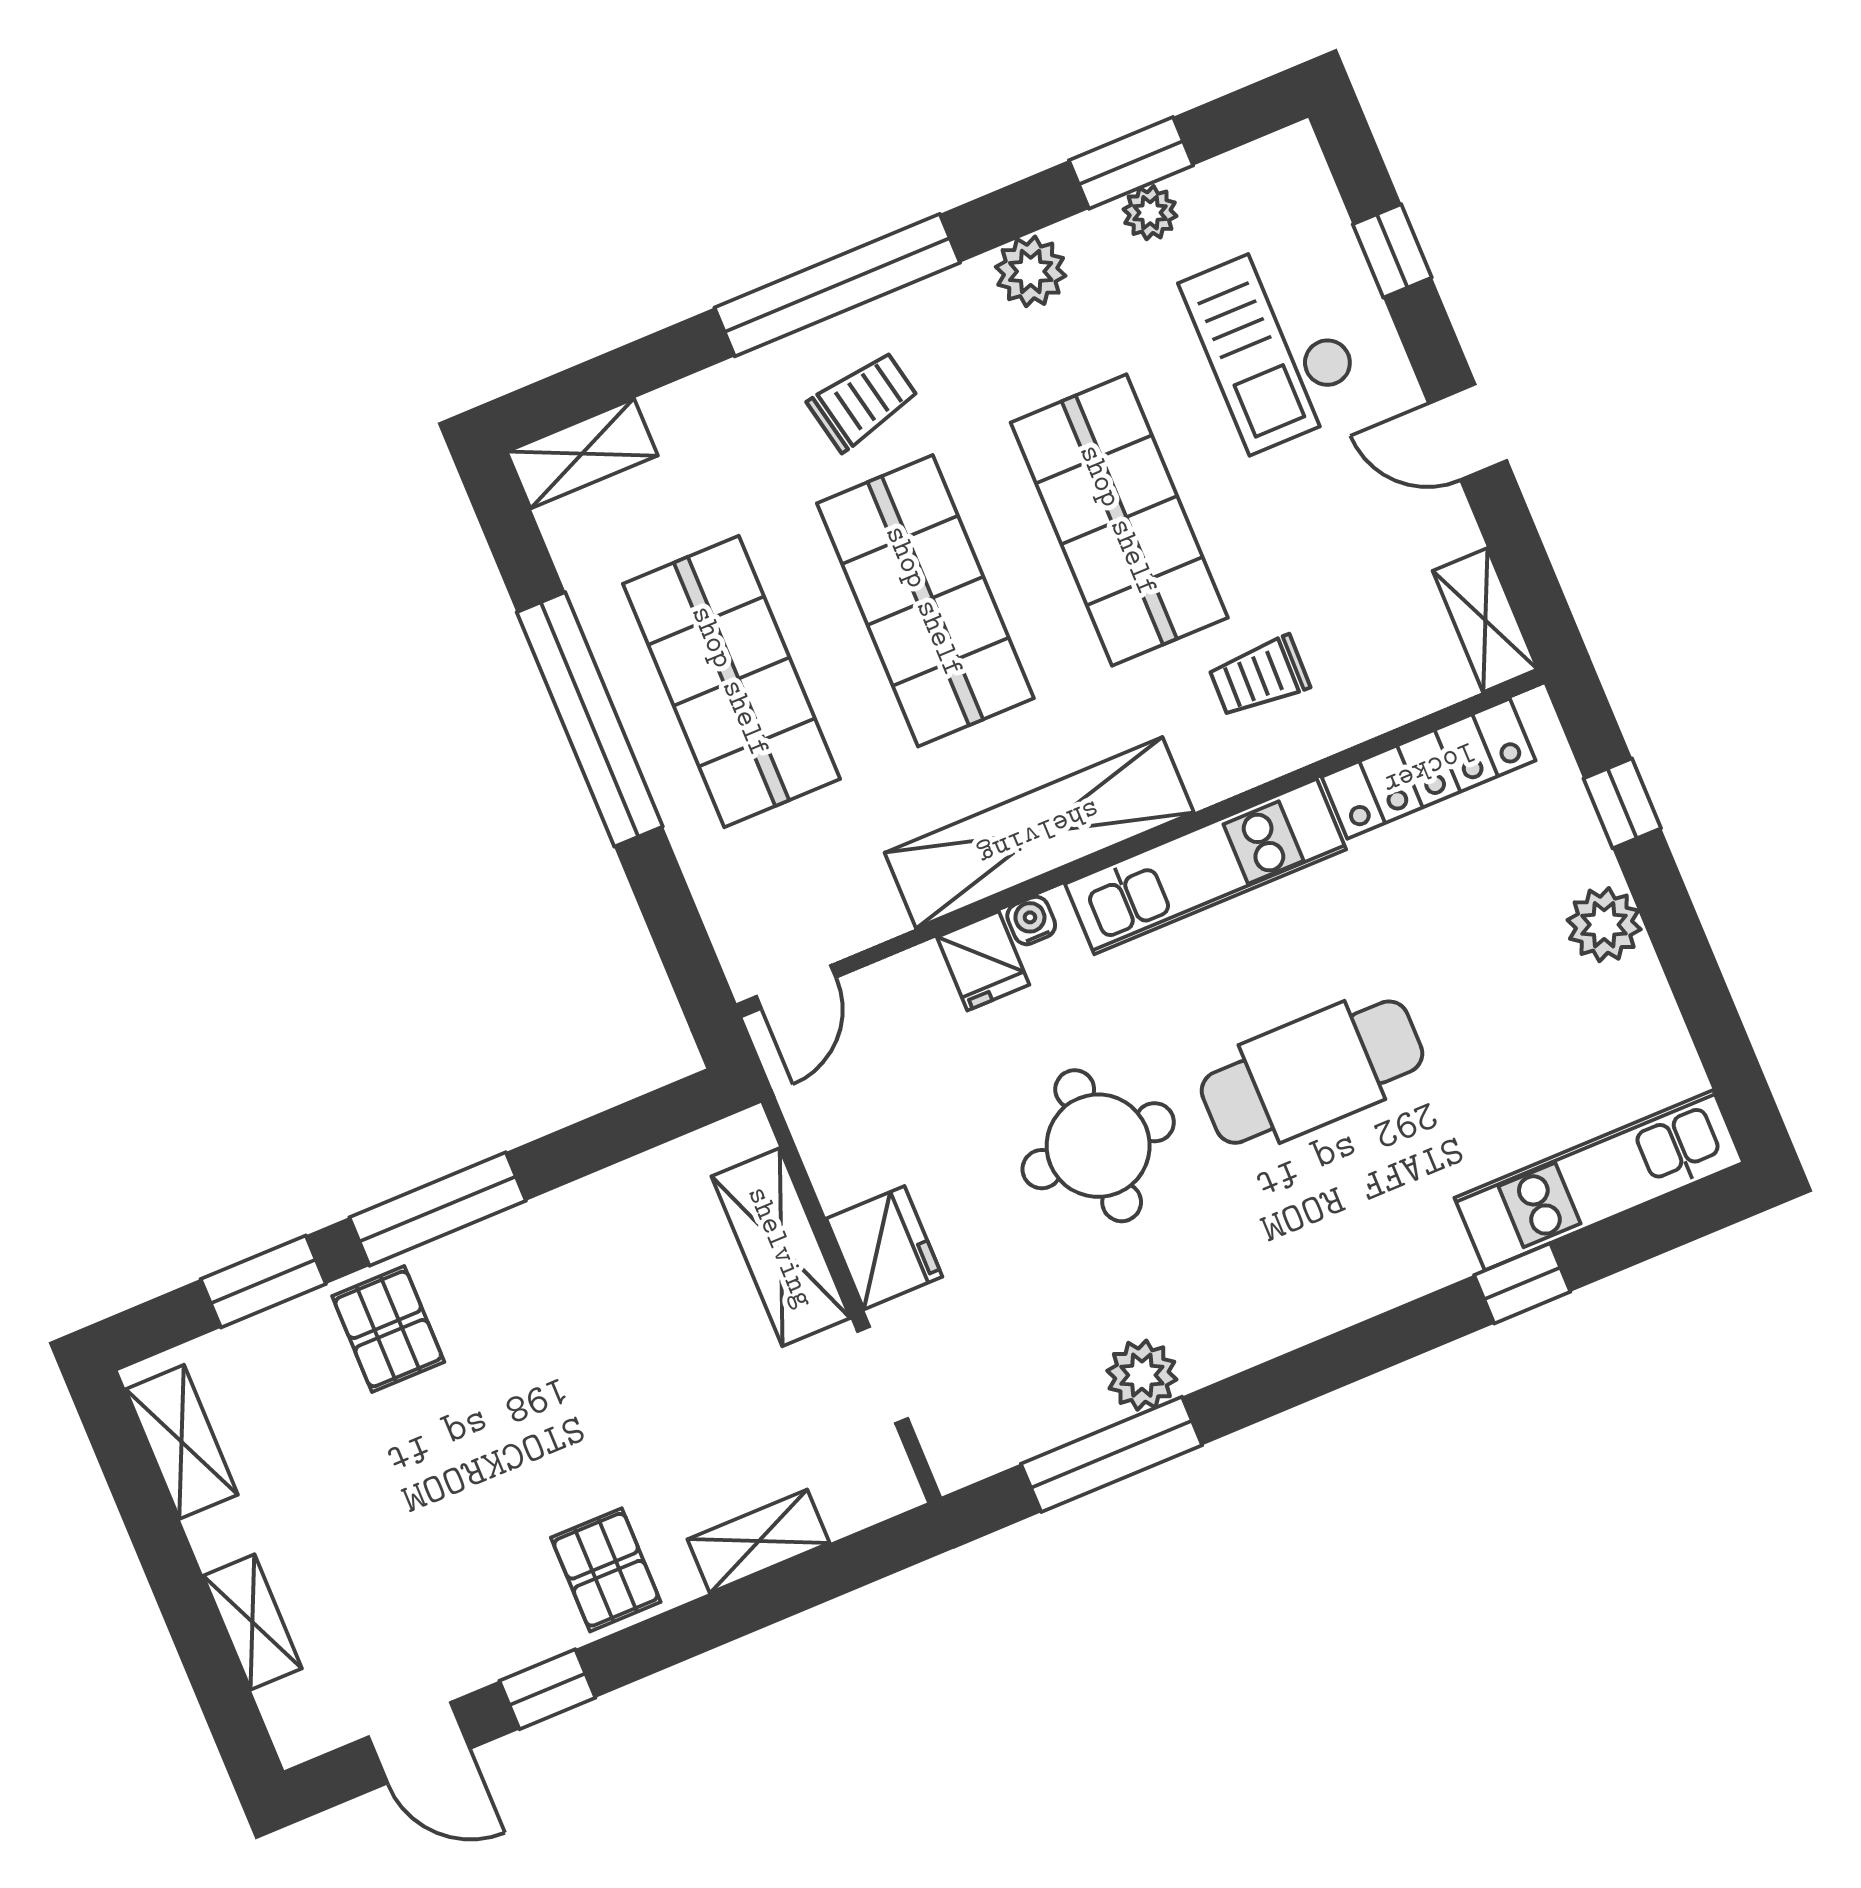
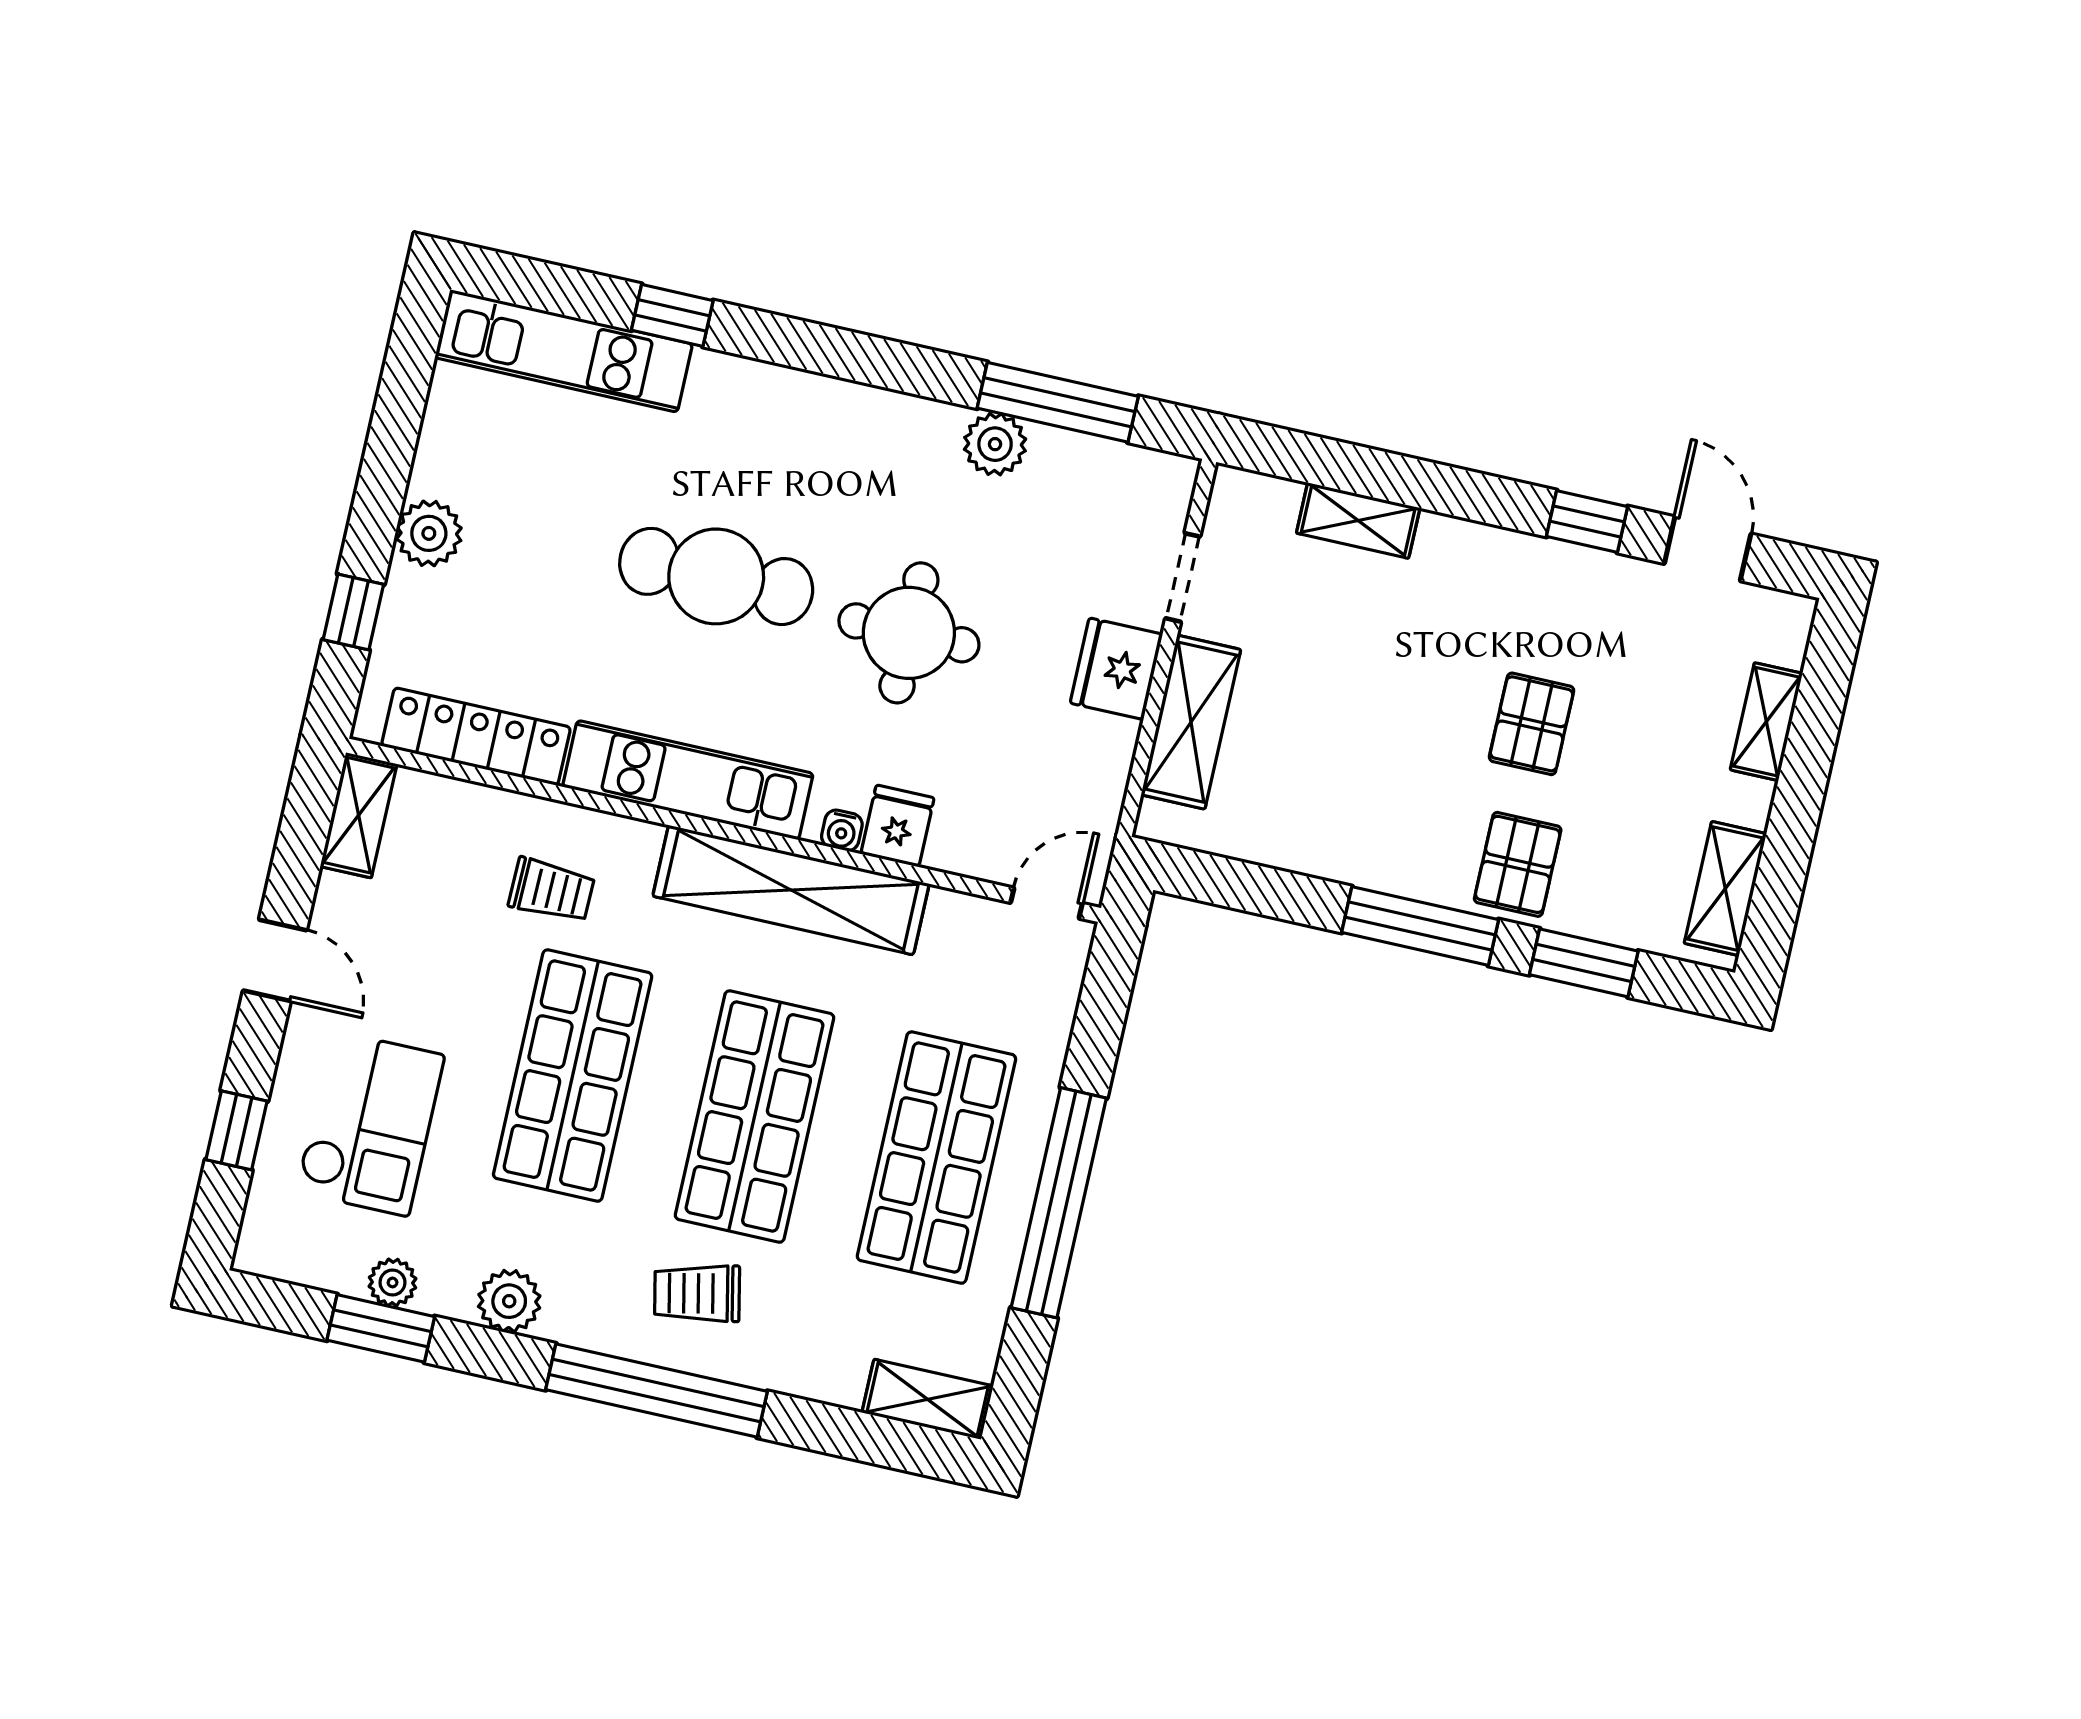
pallet: (606, 1570) -> (1532, 724), moved

